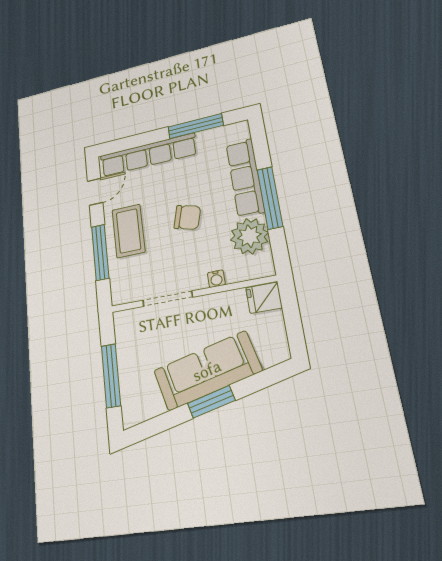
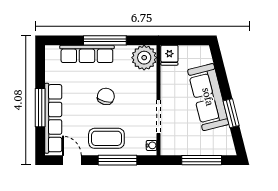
window: (195, 126) -> (40, 108), moved
plant: (249, 236) -> (144, 58), moved
water cooler: (216, 279) -> (152, 145), moved
window: (211, 402) -> (231, 113), moved

